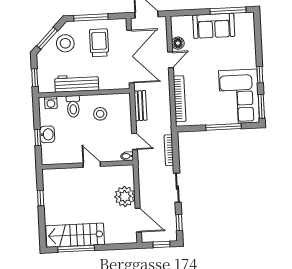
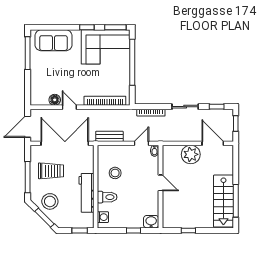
sofa: (214, 26) -> (53, 40), moved, turned 90
trolley: (99, 43) -> (51, 171), turned 180
window: (224, 127) -> (132, 62), width x1.46
washbasin: (47, 134) -> (151, 222), moved
door: (92, 165) -> (161, 183), swing flipped
door: (138, 220) -> (213, 143), hinge flipped

